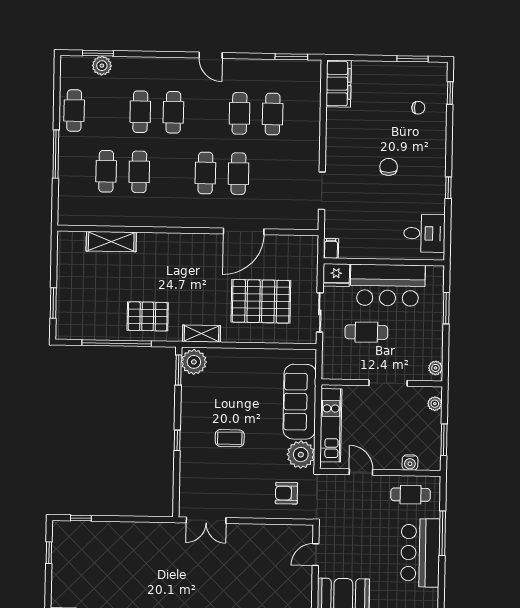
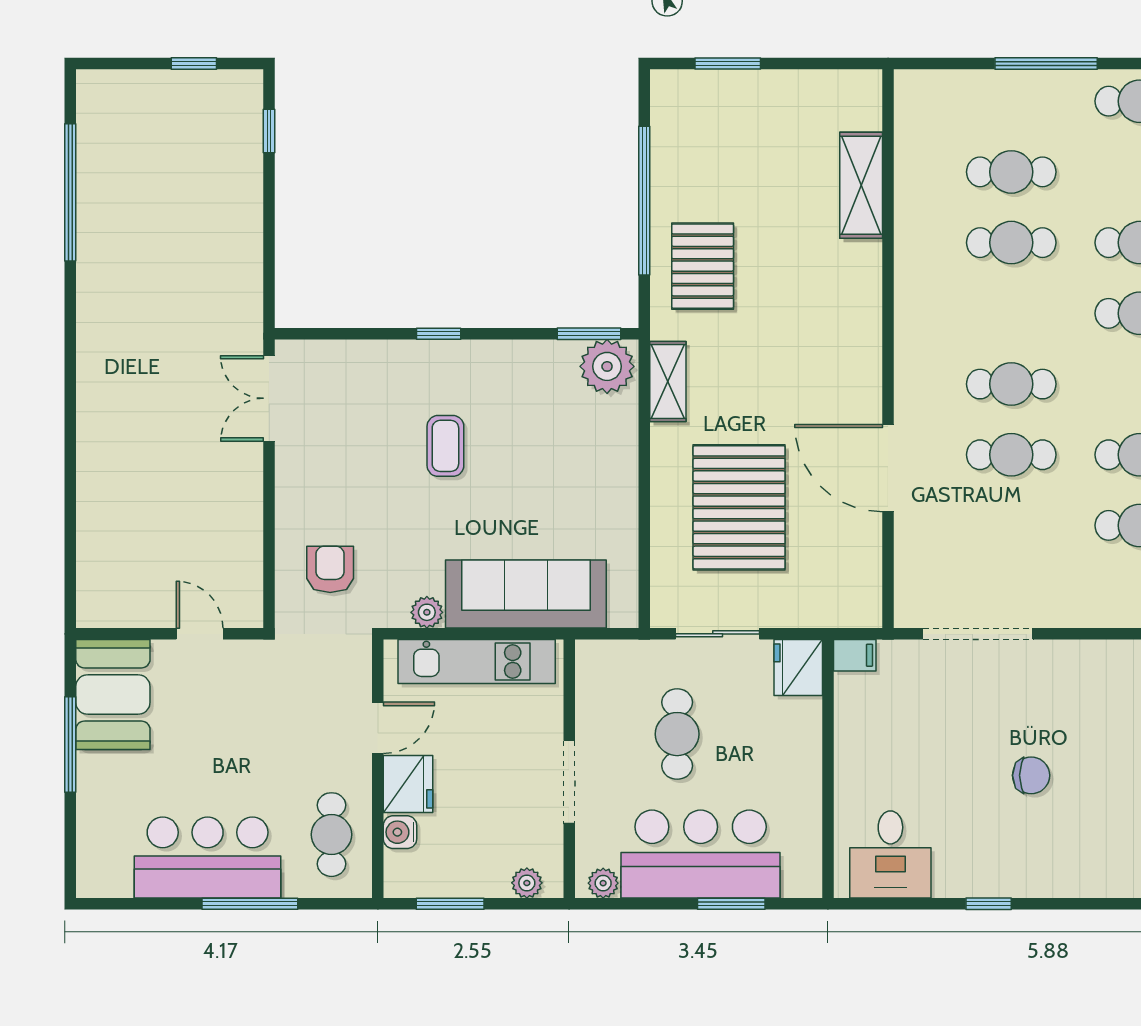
doorway: (322, 191) -> (978, 634), width x1.36
bar counter: (388, 285) -> (701, 854), moved, turned 90
plant: (301, 455) -> (427, 612), width x0.53, depth x0.53
fridge: (388, 458) -> (408, 784), added

